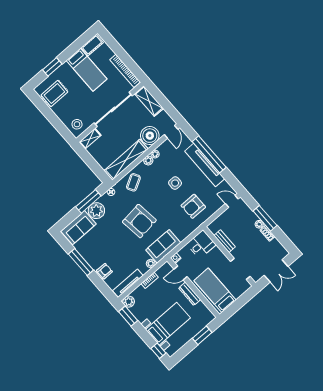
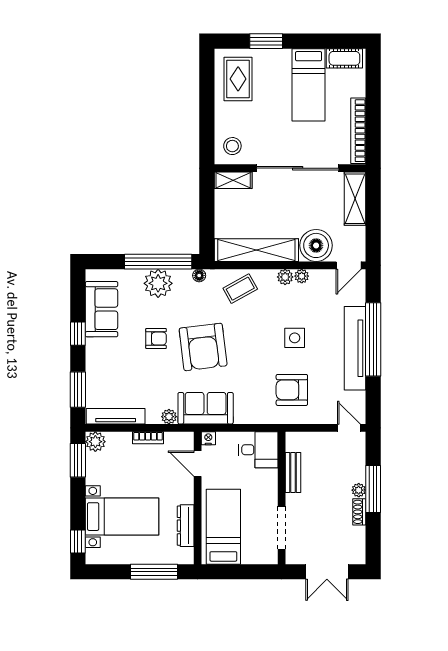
rug: (54, 94) -> (238, 79), turned 90
window: (88, 201) -> (158, 262), width x1.46
sofa: (78, 228) -> (102, 309), moved, turned -90
window: (81, 262) -> (78, 334), width x0.46
armchair: (104, 271) -> (156, 339), moved
window: (102, 286) -> (78, 390), added
dresser: (190, 294) -> (186, 526), moved
window: (202, 335) -> (154, 572), width x1.44

